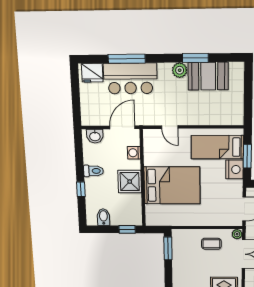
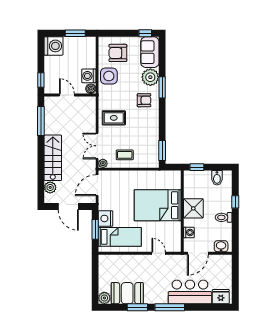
window: (127, 59) -> (170, 307), moved
plant: (180, 70) -> (104, 298), moved

